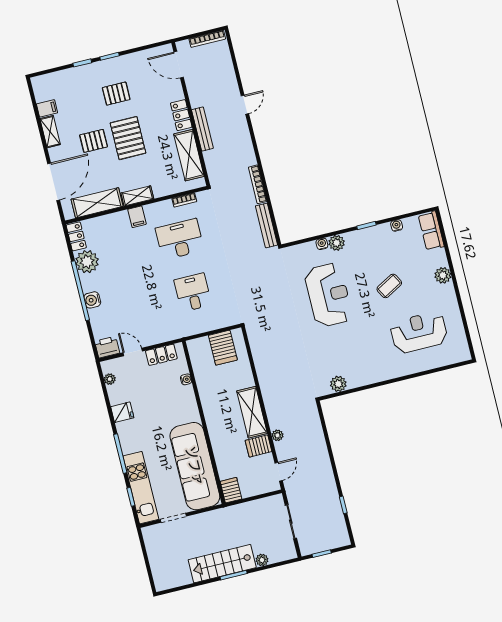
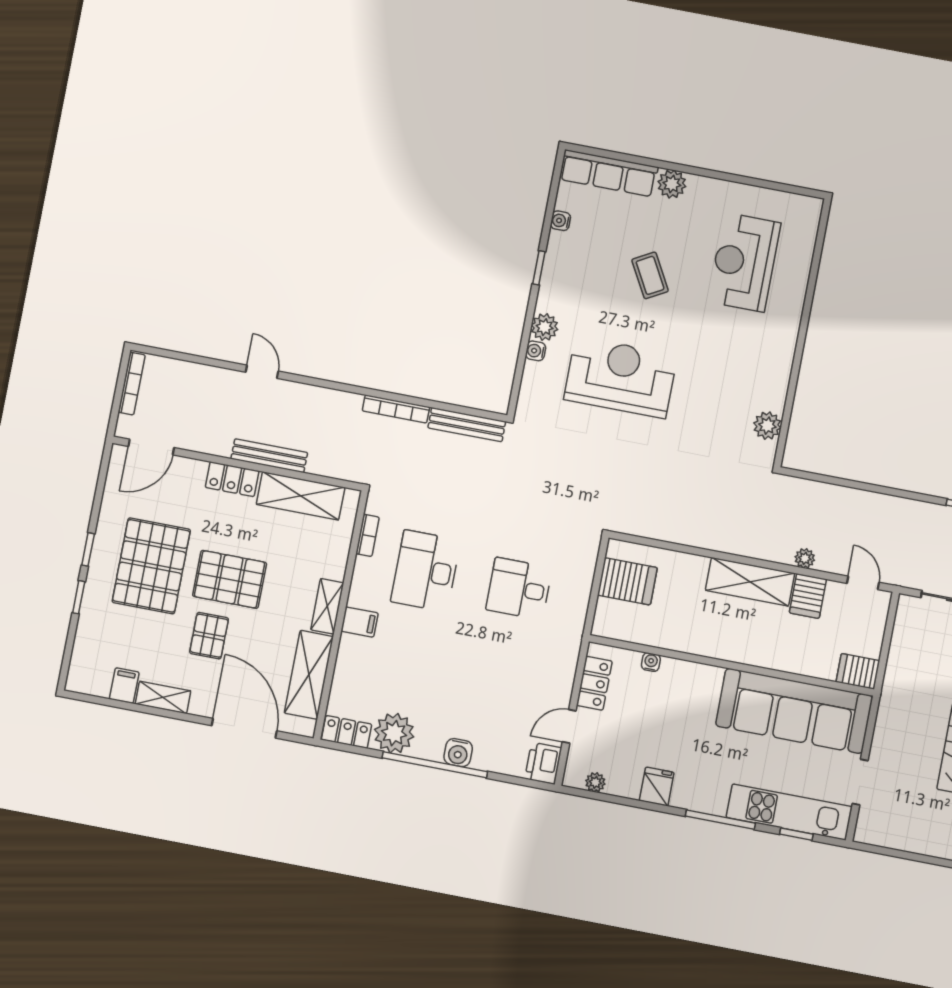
pallet: (116, 94) -> (151, 566), width x2.05, depth x2.00
row of seats: (431, 231) -> (609, 173), width x1.48

